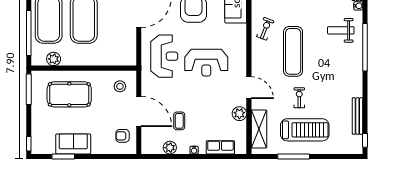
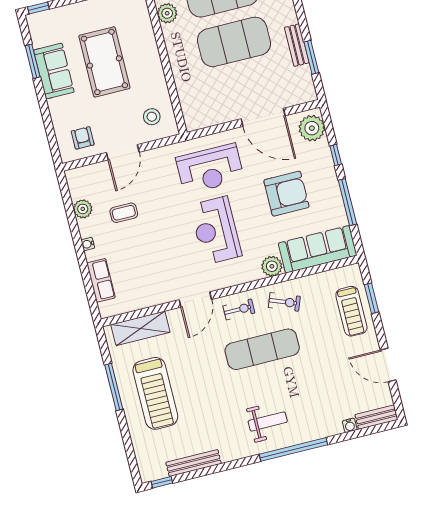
weight bench: (341, 30) -> (268, 421), moved, turned 90
pool table: (69, 94) -> (104, 62), moved
exercise bike: (299, 98) -> (239, 309), moved
door: (139, 112) -> (123, 152), width x0.73
plant: (239, 114) -> (272, 266), moved

